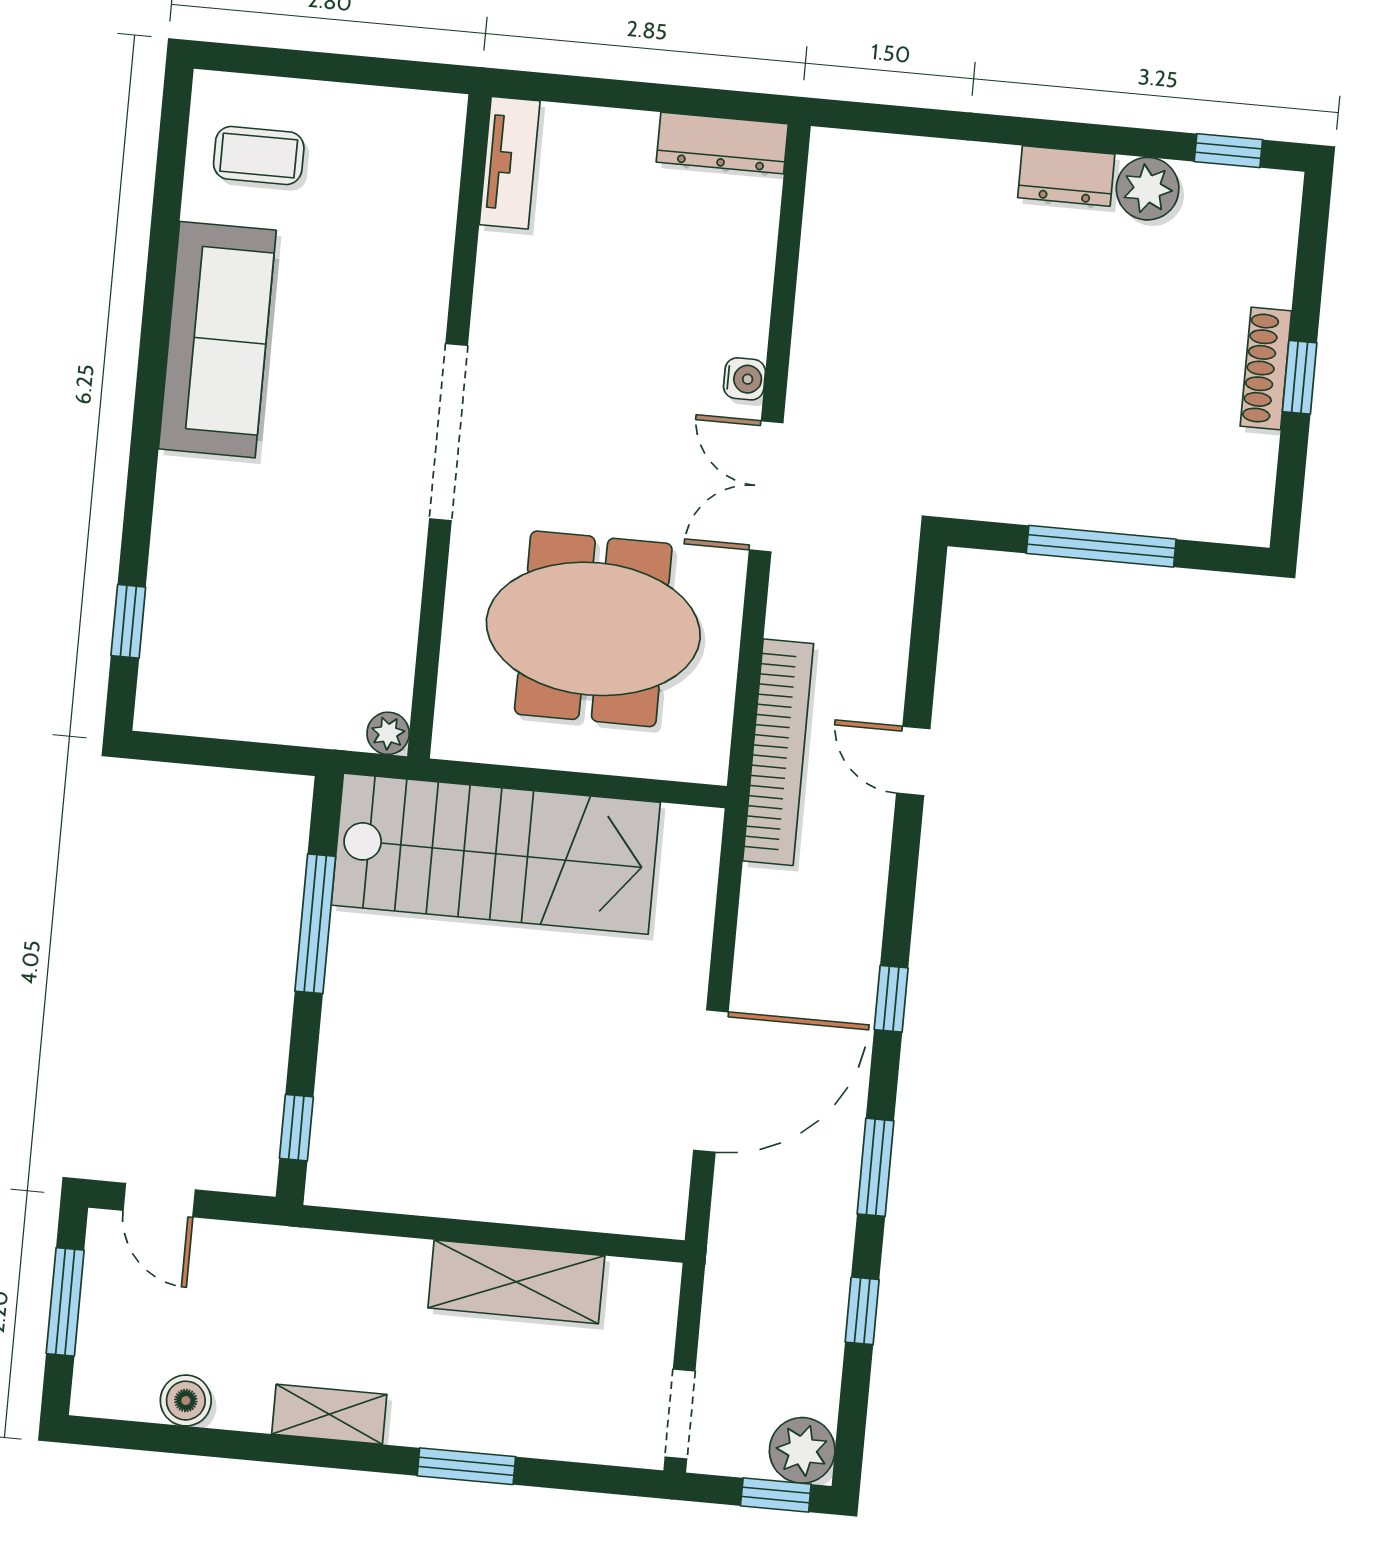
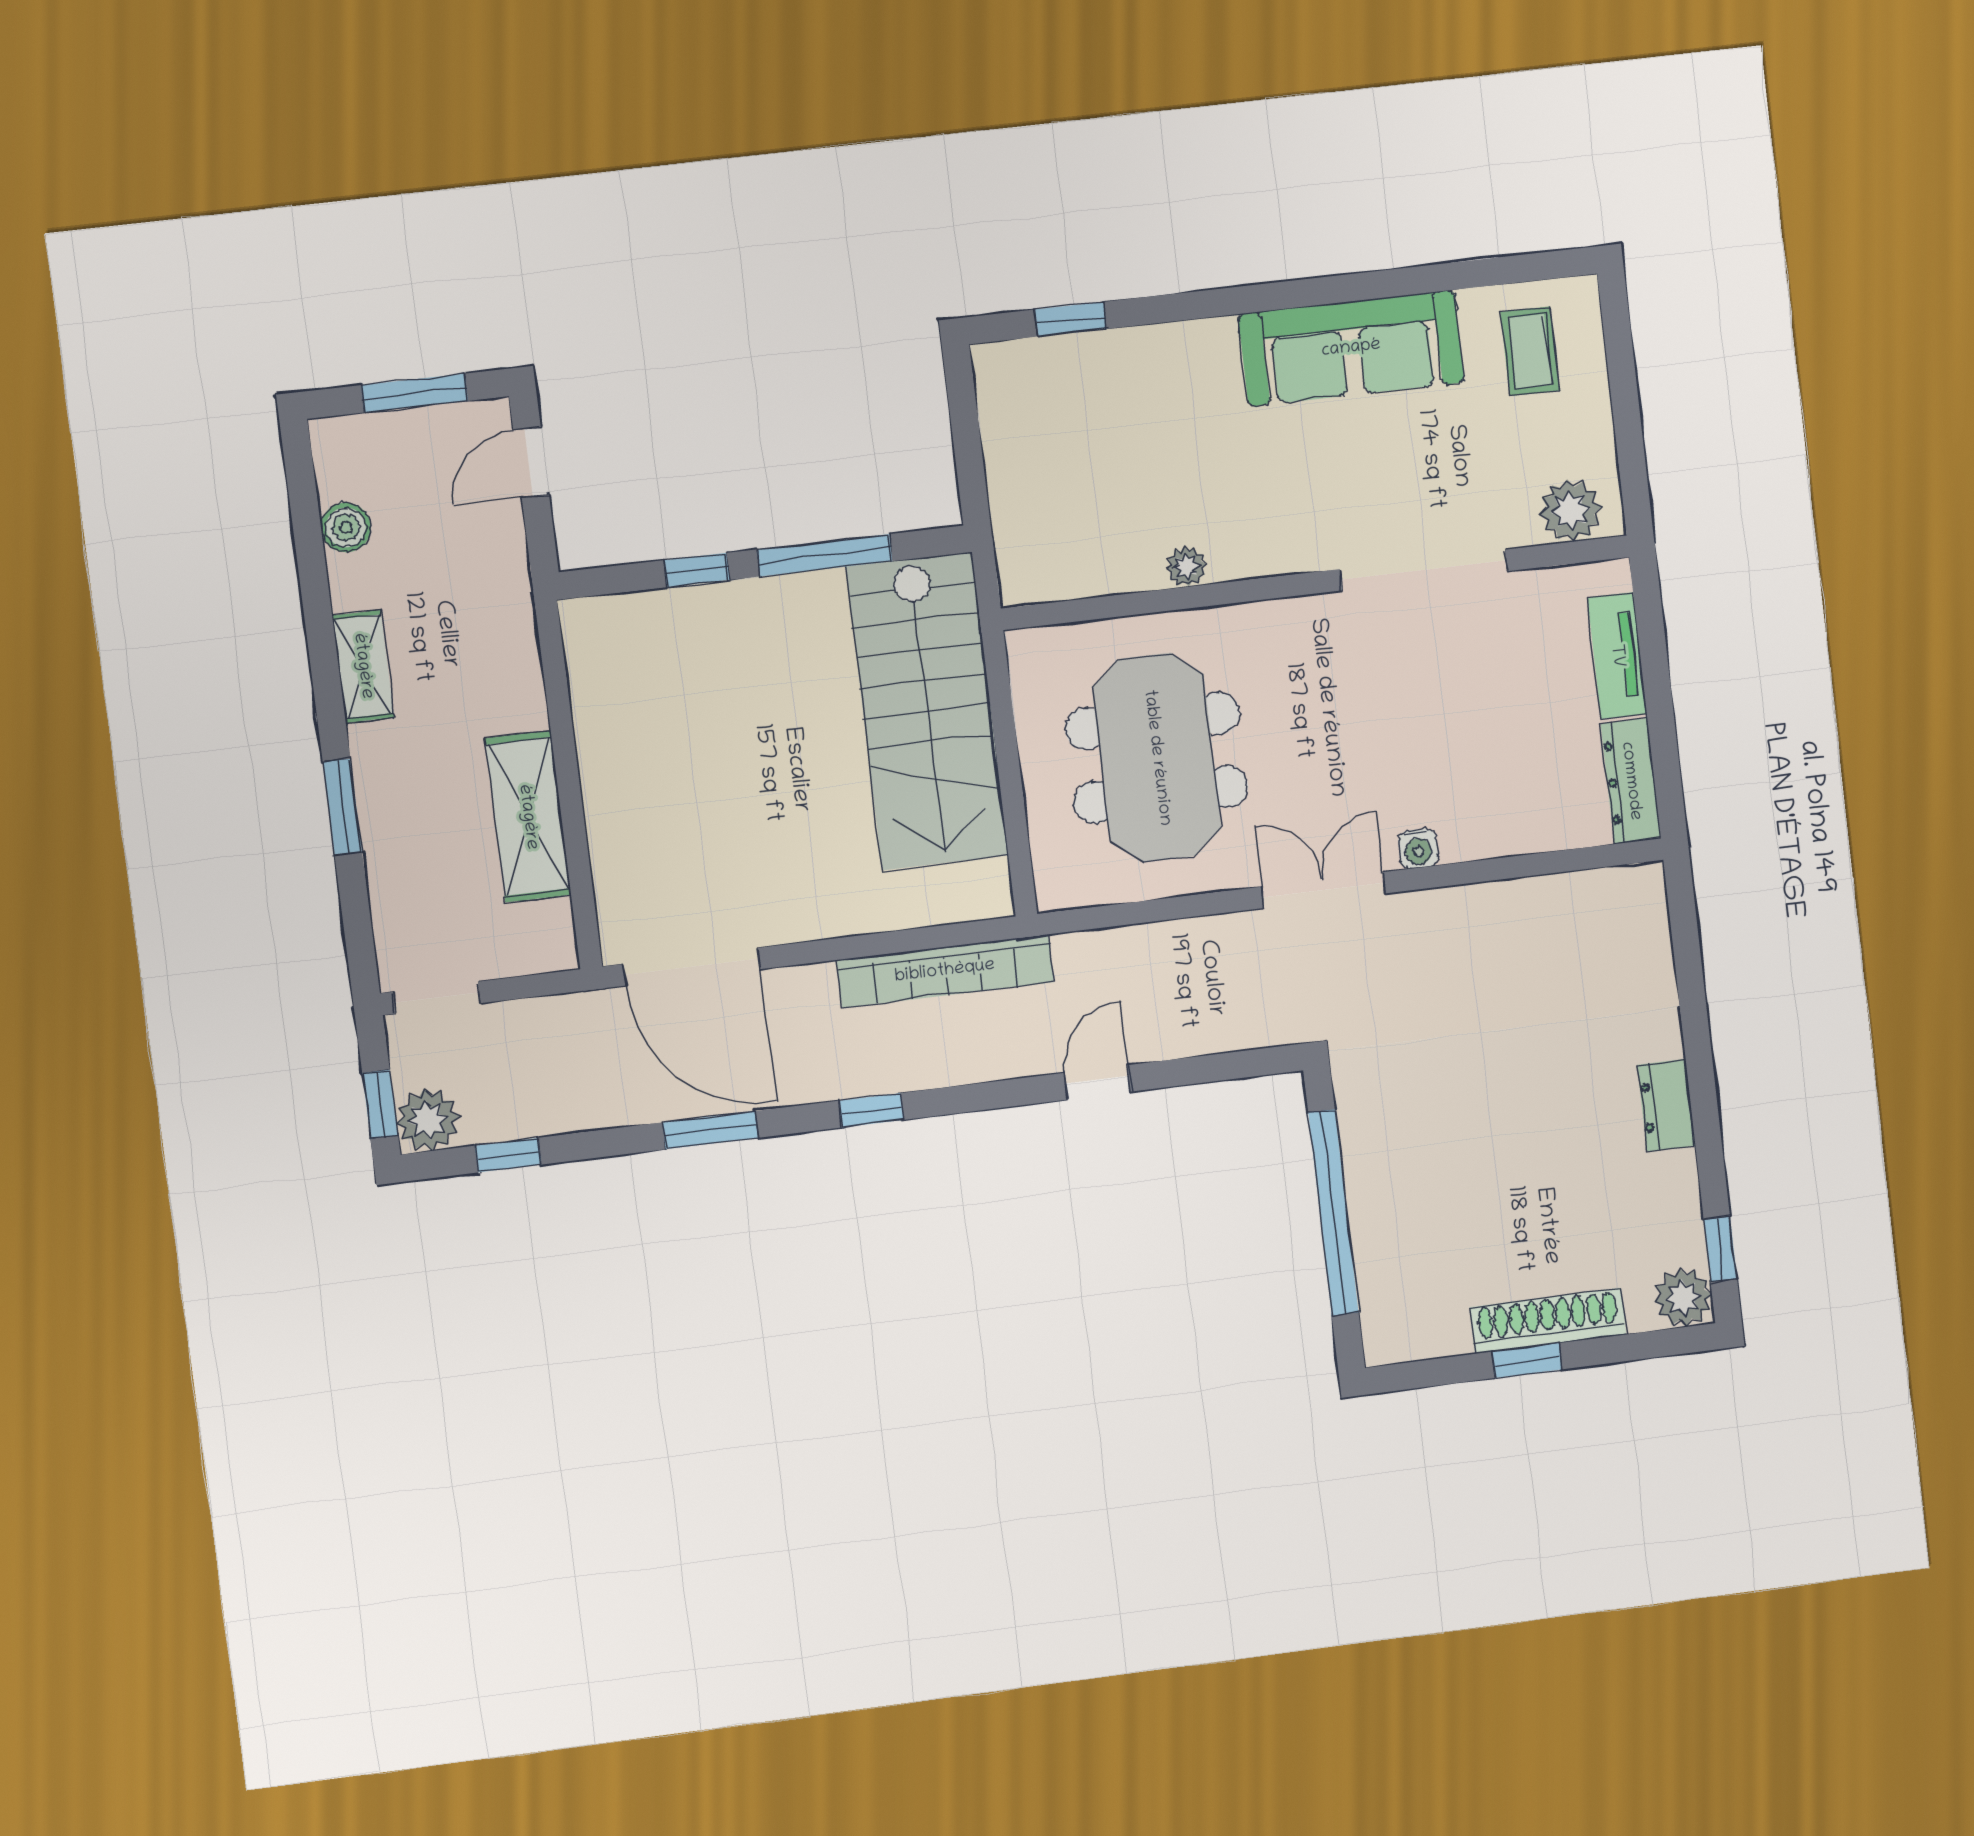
plant: (431, 148) -> (1571, 511), added
tv unit: (510, 163) -> (1617, 656), moved, turned 90
plant: (1148, 189) -> (1683, 1298), moved
shoe rack: (1266, 369) -> (1548, 1321), width x1.36, depth x1.24
doorway: (449, 432) -> (1424, 570), moved
window: (1101, 546) -> (1333, 1213), width x1.46
plant: (388, 733) -> (1187, 566), moved
bookcase: (778, 752) -> (945, 971), moved
door: (711, 1081) -> (692, 967), moved
window: (296, 1128) -> (697, 570), moved
window: (862, 1311) -> (508, 1155), moved

